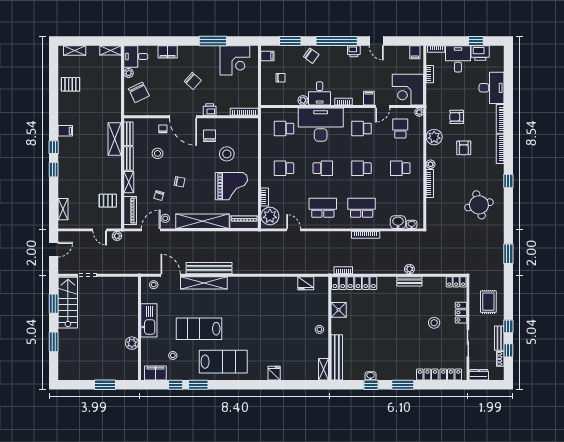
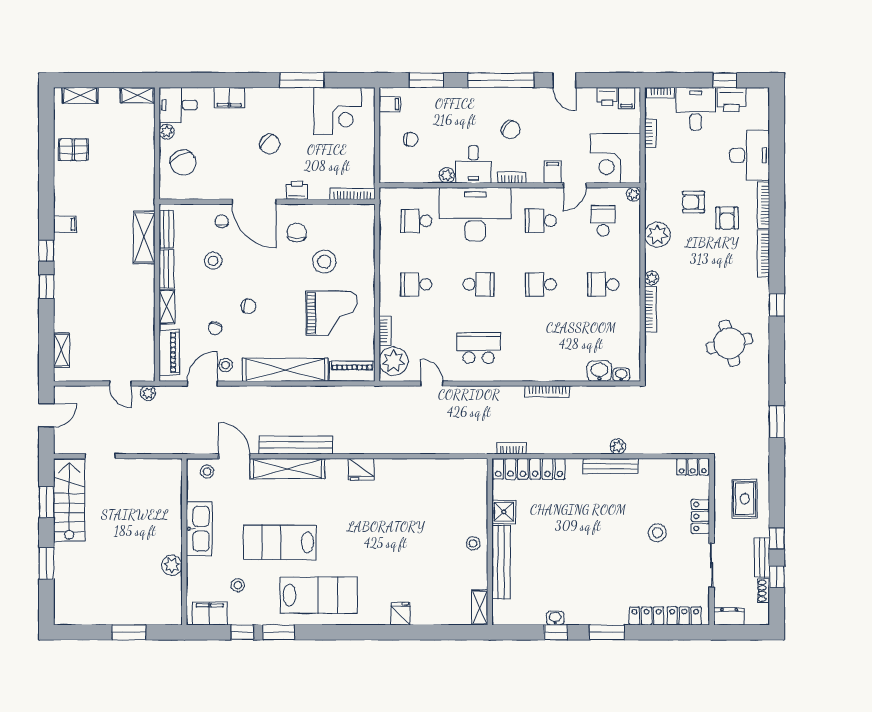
printer: (354, 51) -> (607, 97), moved
chair: (311, 56) -> (511, 129), moved
armchair: (464, 148) -> (727, 218), moved
pallet: (108, 201) -> (133, 337), removed
school desk: (362, 208) -> (541, 348), removed
bench: (409, 281) -> (610, 466), width x1.36
fridge: (306, 283) -> (361, 469), moved
bench: (337, 357) -> (501, 562), moved

